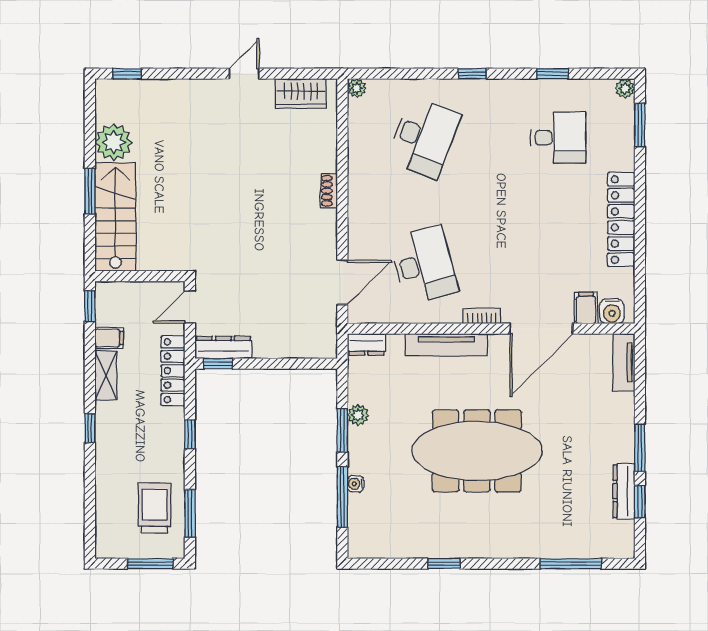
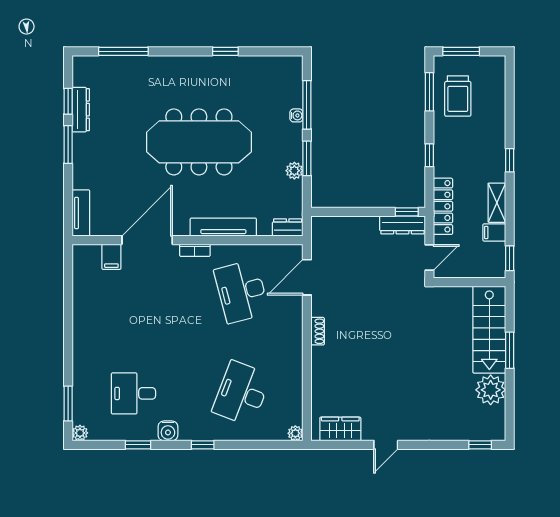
shoe rack: (329, 191) -> (318, 331), moved
locker: (621, 219) -> (83, 328), removed
water cooler: (612, 311) -> (168, 431), moved, turned 180

